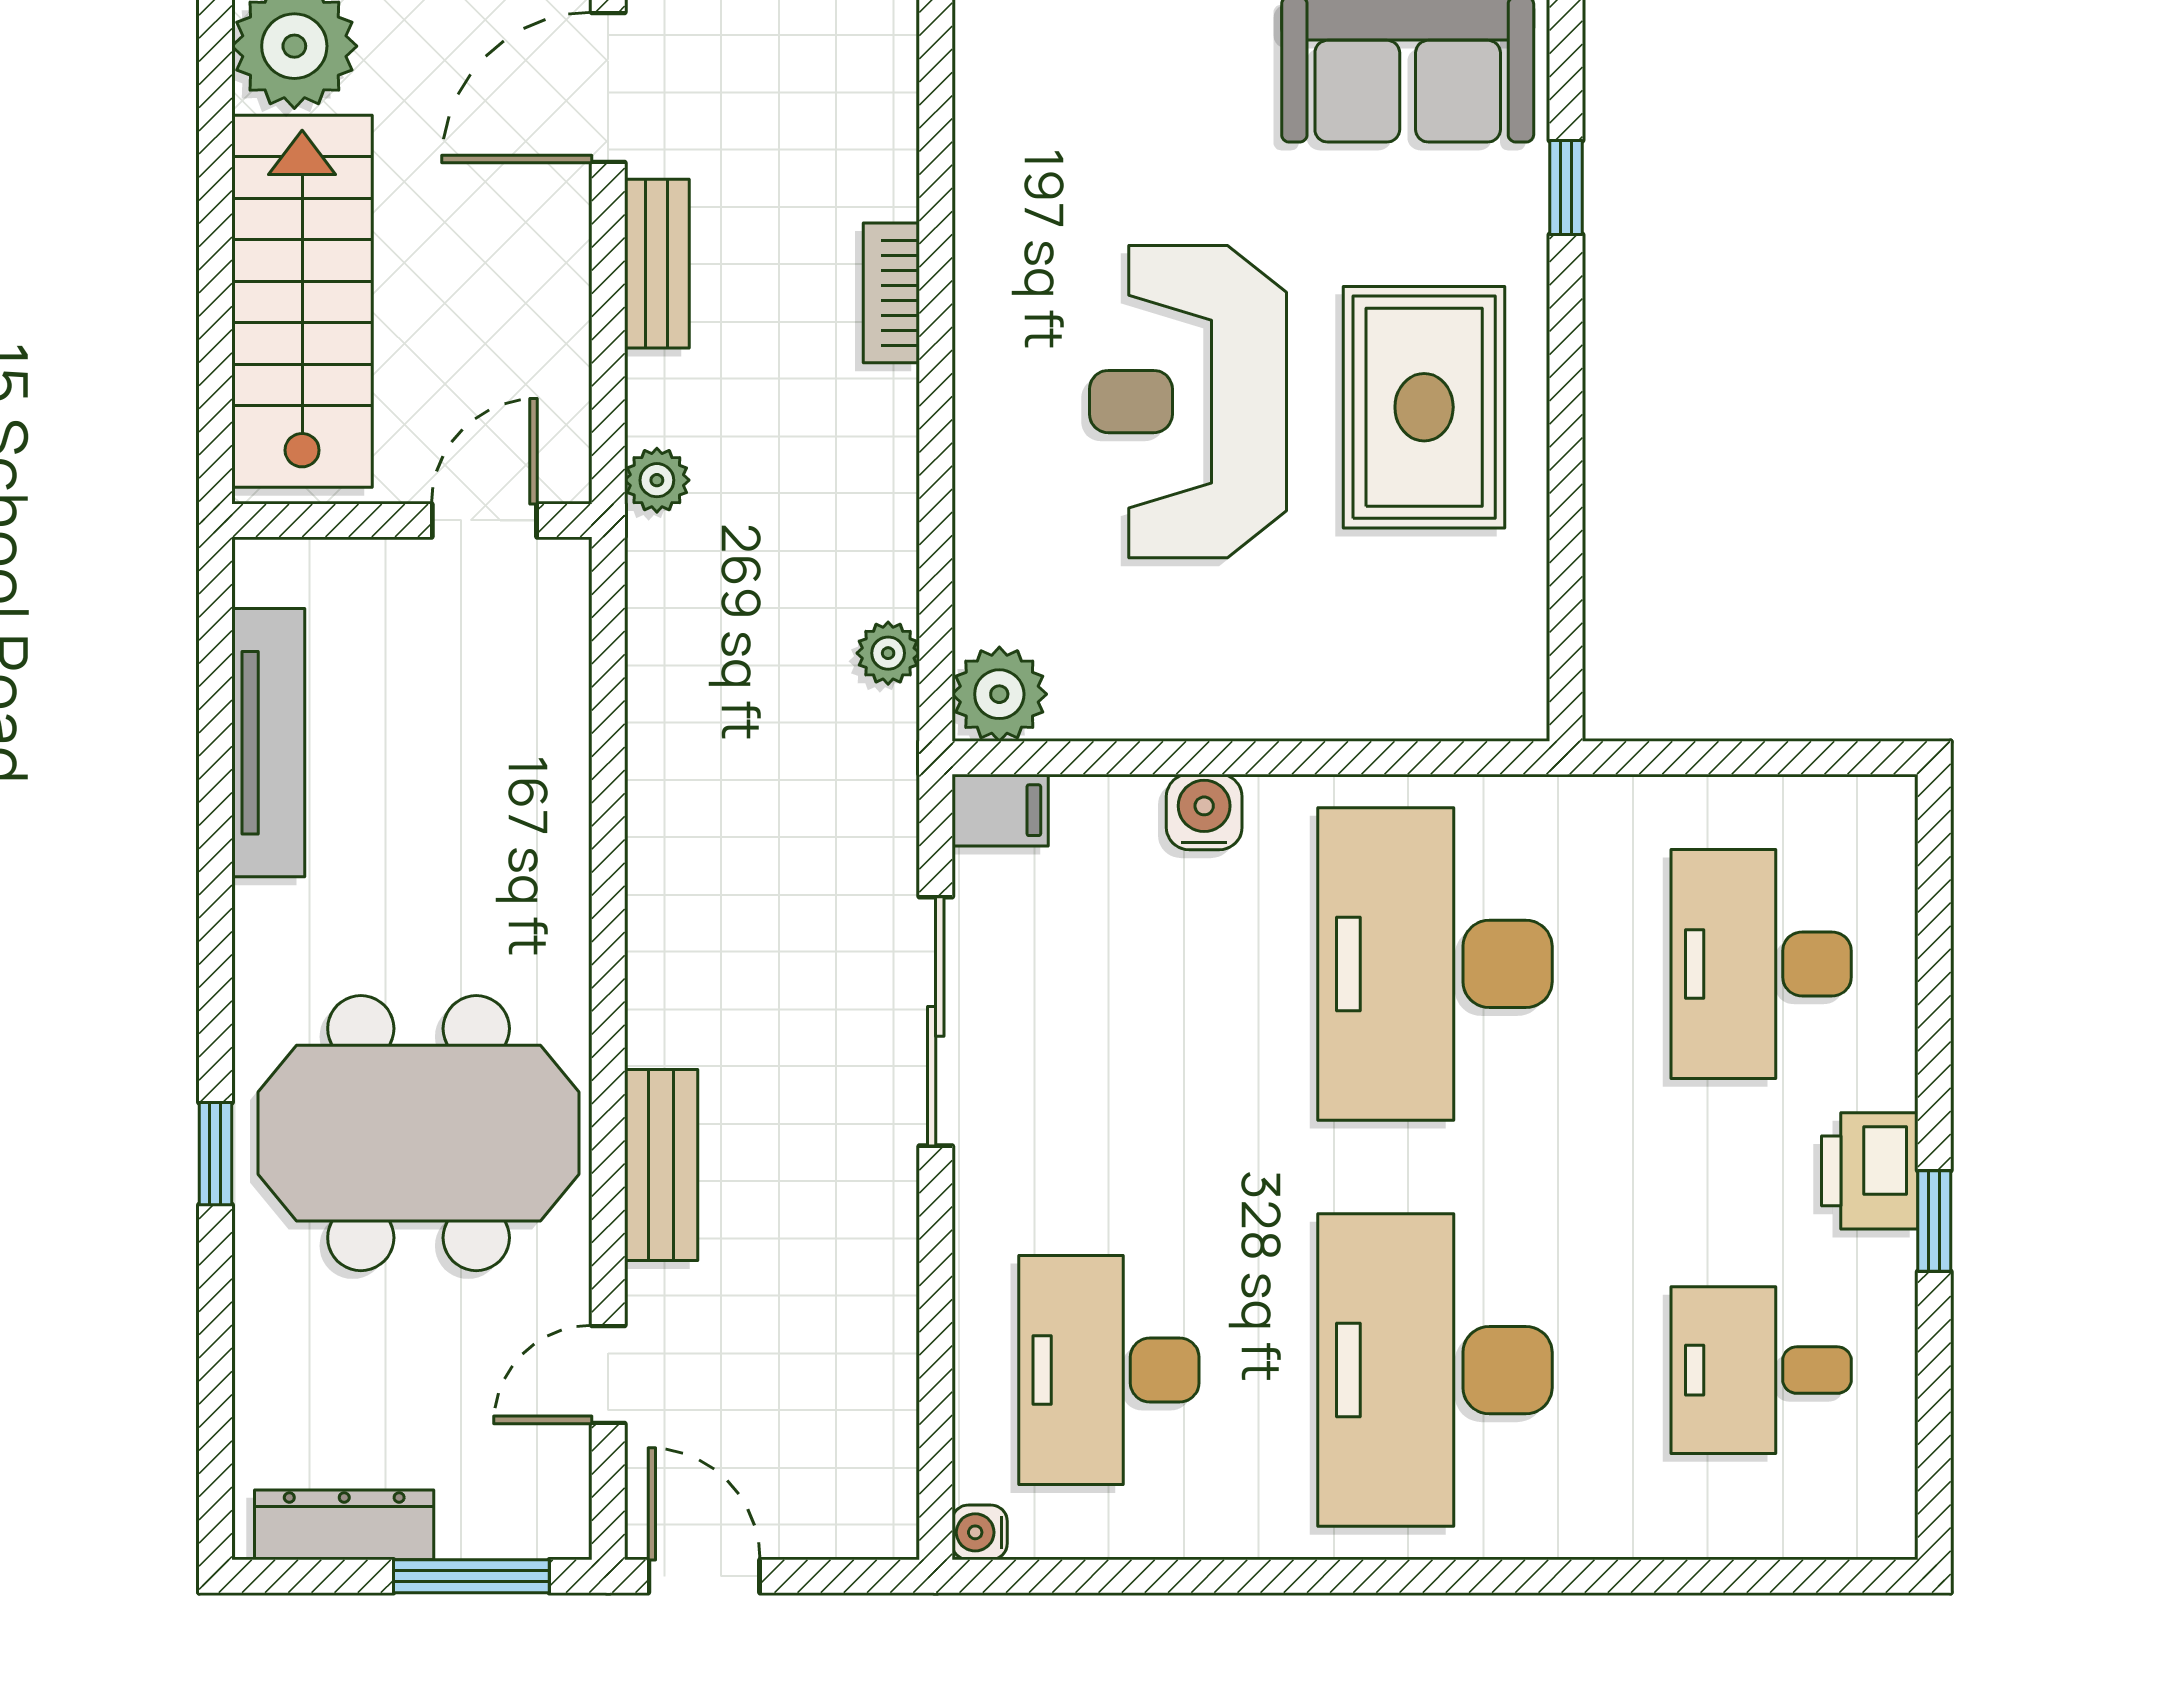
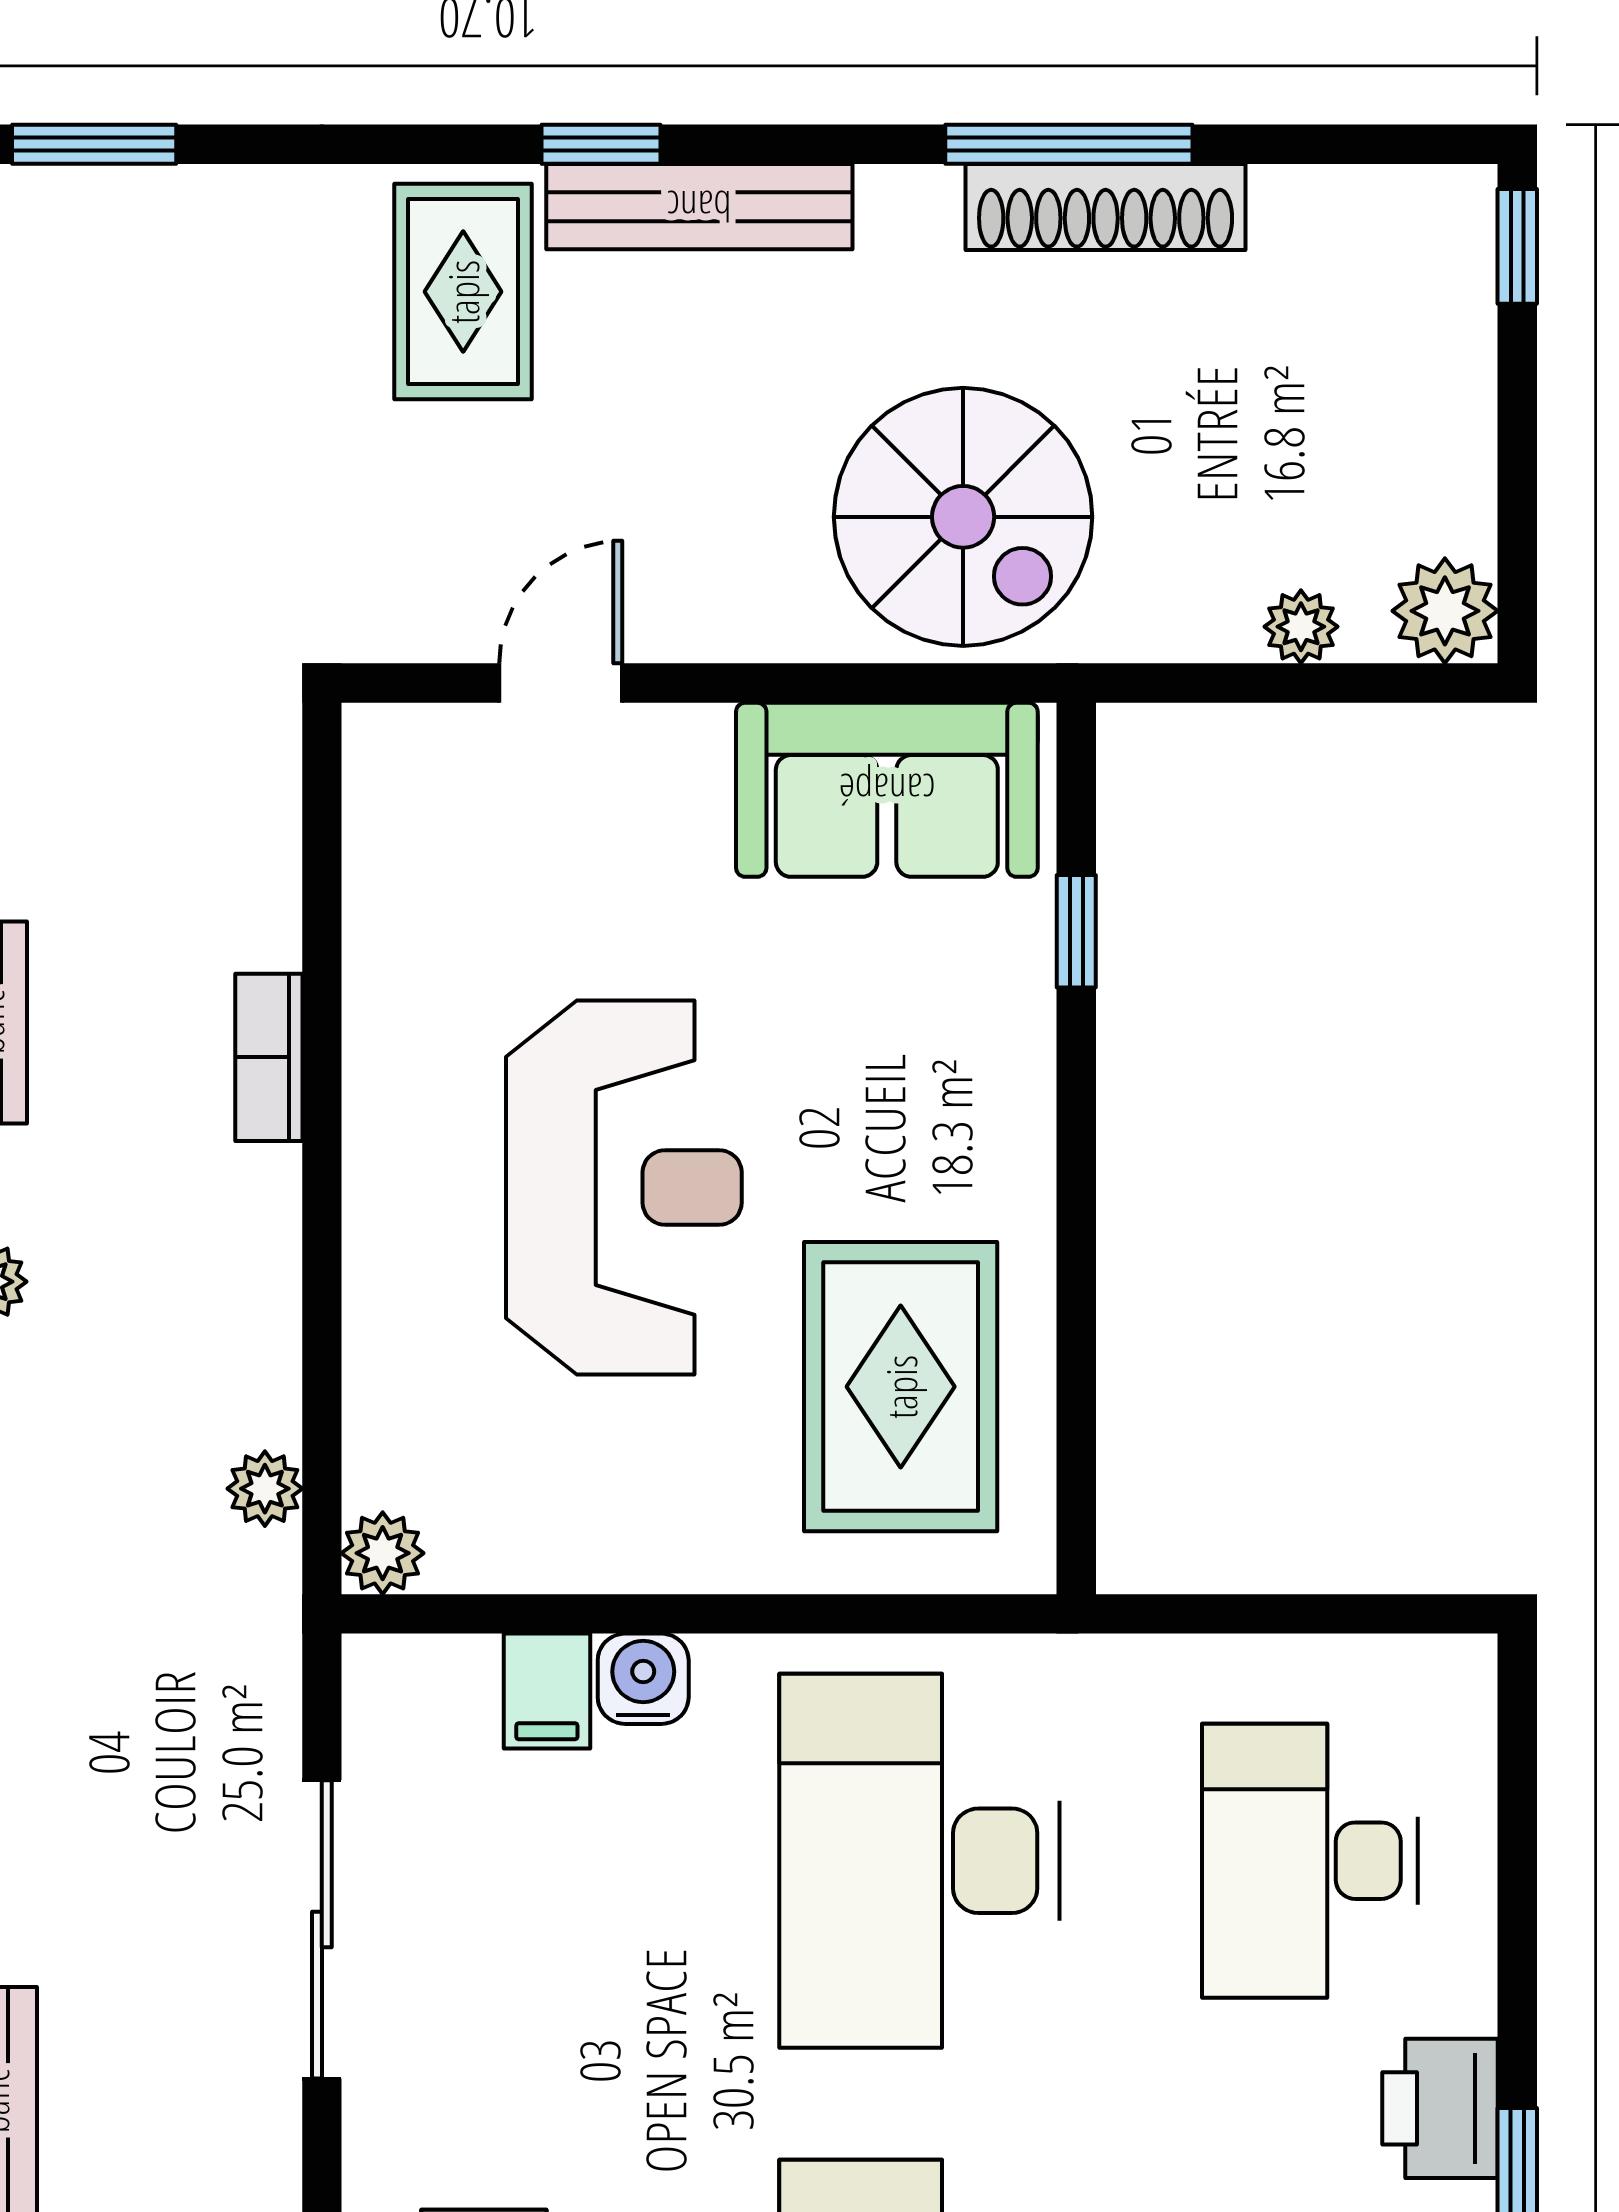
reception desk: (1188, 402) -> (624, 1187), turned 180
rug: (1424, 407) -> (901, 1387), moved
plant: (999, 694) -> (383, 1553), width x0.73, depth x0.73
filing cabinet: (1000, 810) -> (547, 1691), moved, turned 90

